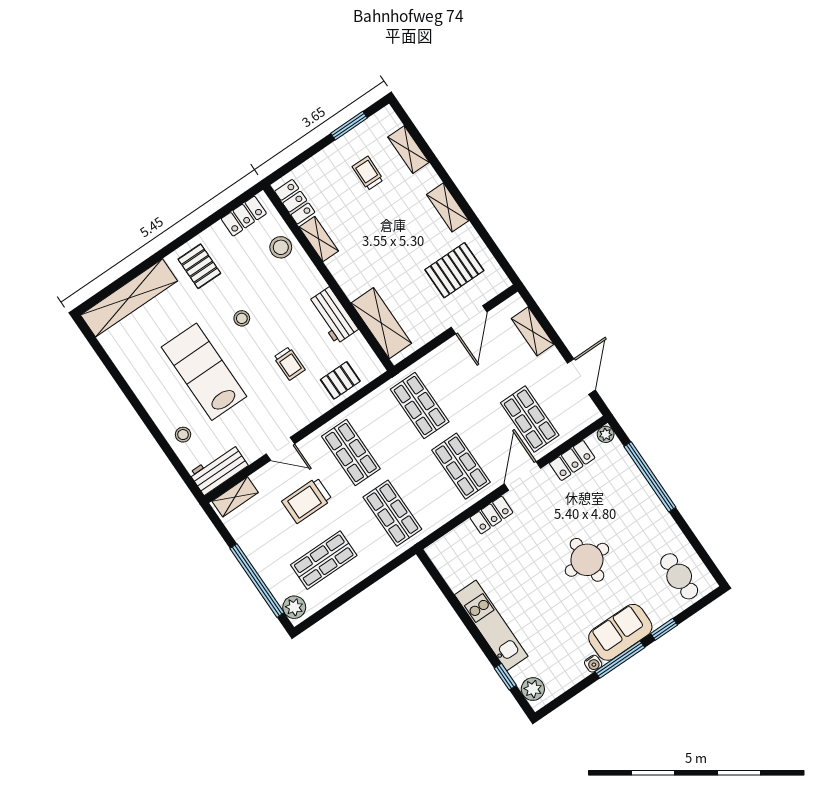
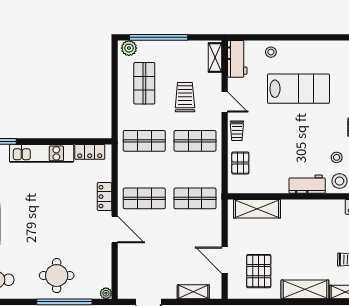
shelving: (448, 207) -> (305, 289), width x1.50, depth x1.33
shelving: (319, 239) -> (329, 206), removed
workbench: (333, 316) -> (307, 184), moved
stool: (242, 318) -> (337, 157), moved
trolley: (289, 363) -> (237, 131), moved, turned -90
shop shelf: (530, 419) -> (144, 256), removed
door: (280, 449) -> (225, 102), swing flipped
locker: (572, 460) -> (90, 152), moved, turned -90
round table: (587, 560) -> (57, 276), moved

